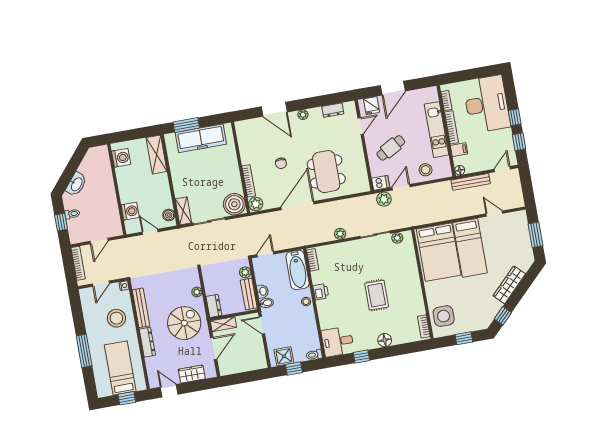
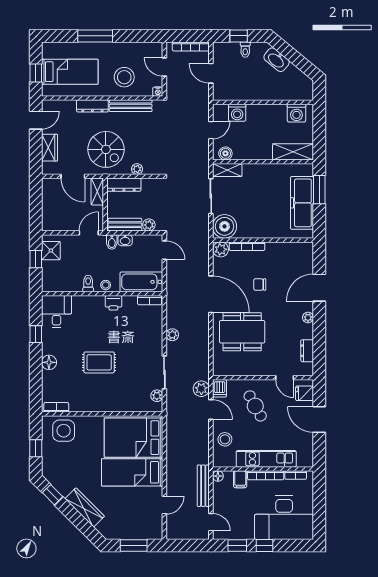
dresser: (214, 306) -> (124, 185), width x1.44
toilet: (314, 355) -> (88, 283), moved

